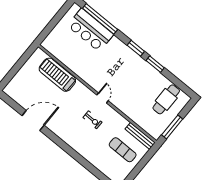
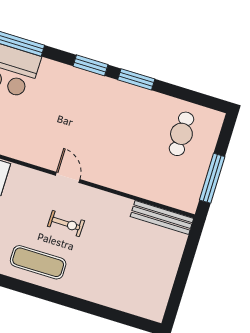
cafe table: (166, 99) -> (181, 134), width x0.73, depth x0.74
exercise mat: (123, 150) -> (38, 262), moved

